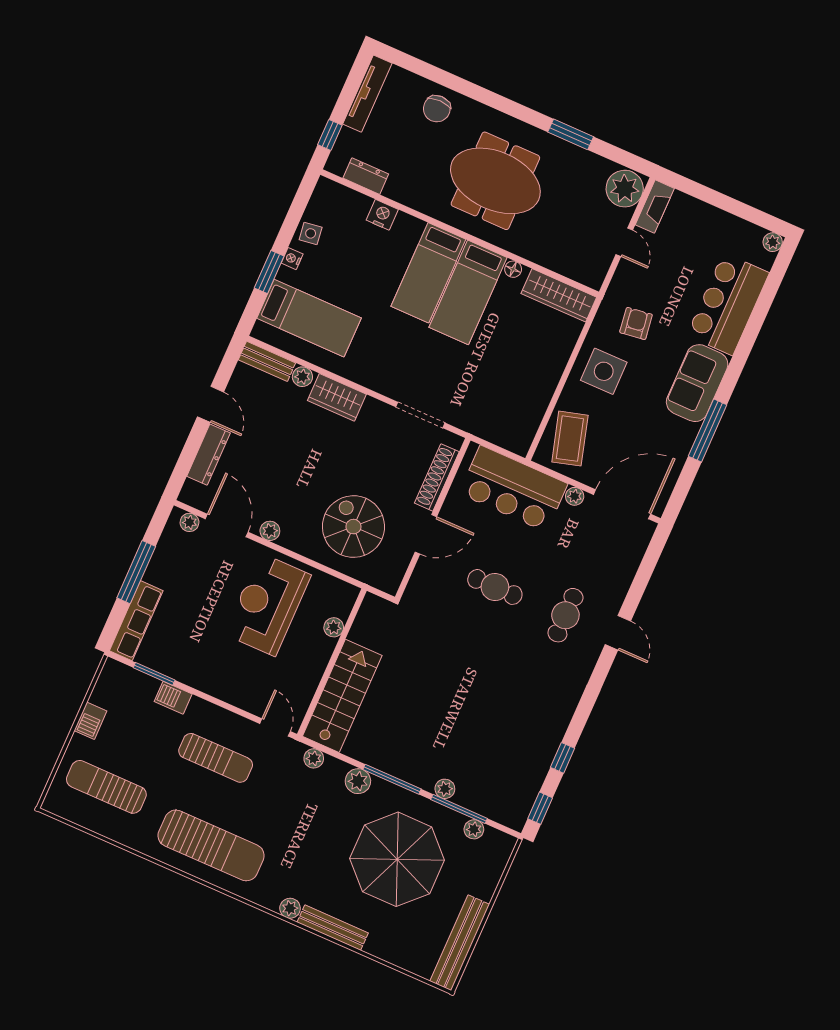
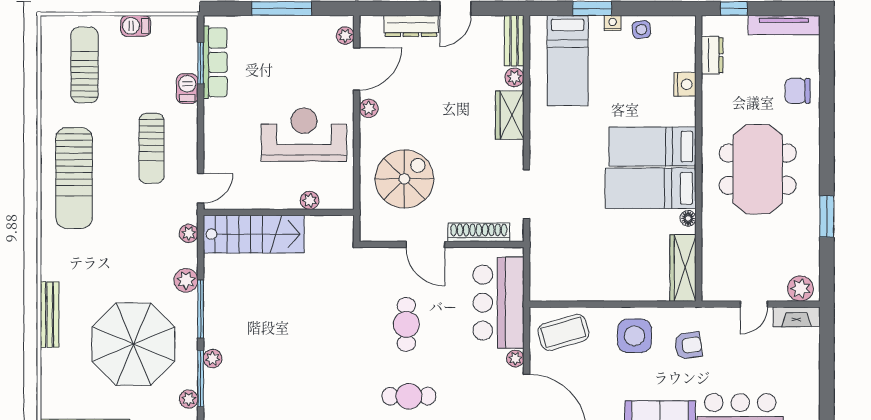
plant: (625, 189) -> (800, 289), width x0.73, depth x0.73
row of seats: (136, 621) -> (215, 62), moved, turned -90
plant: (290, 908) -> (50, 270), removed

